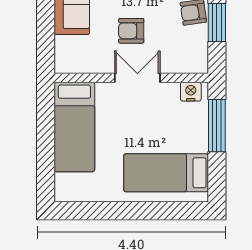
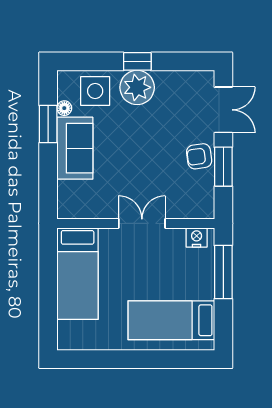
armchair: (131, 31) -> (136, 175), removed

